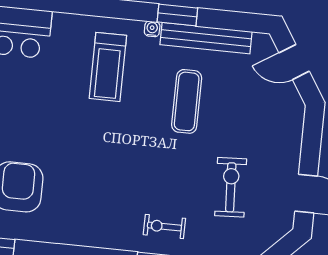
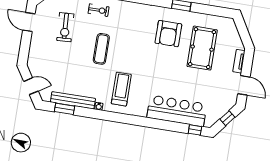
window: (177, 15) -> (65, 109), moved
exercise mat: (187, 101) -> (101, 49), moved

